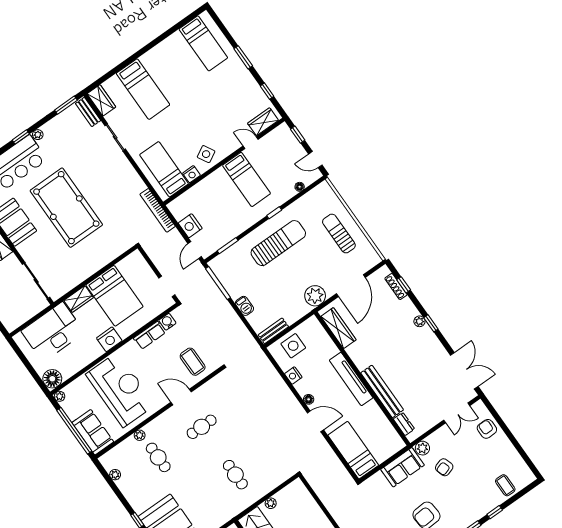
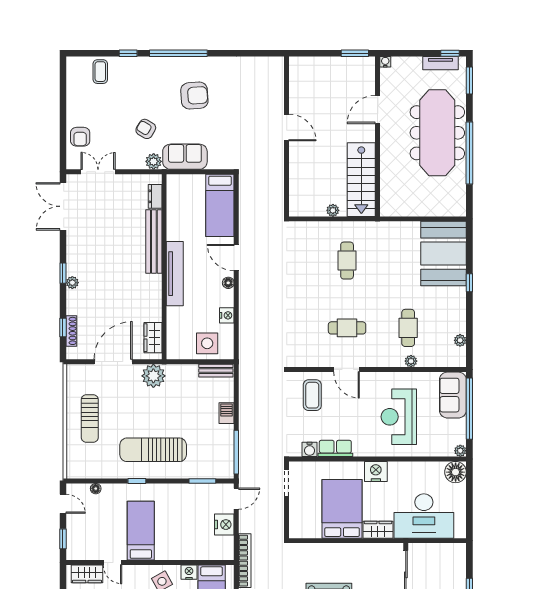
wardrobe: (338, 328) -> (153, 338), width x0.67
reception desk: (120, 390) -> (399, 417), width x0.74, depth x0.77
armchair: (444, 467) -> (146, 129), turned -131

